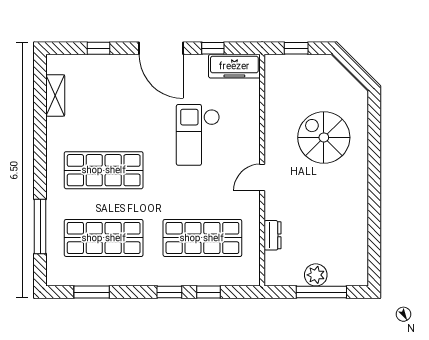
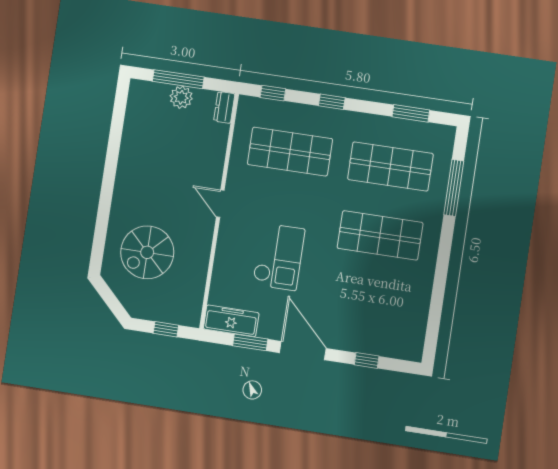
window: (213, 48) -> (250, 342), width x1.50
shelving: (55, 95) -> (418, 319), removed
spiral stairs: (324, 137) -> (147, 252), moved, turned 90
door: (262, 178) -> (220, 204), swing flipped
dresser: (272, 235) -> (224, 107), moved
window: (209, 292) -> (273, 93), moved

